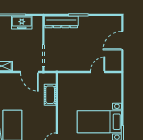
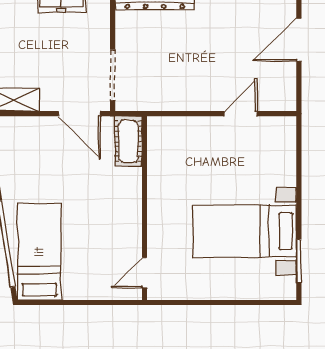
cot: (50, 95) -> (128, 141), moved

